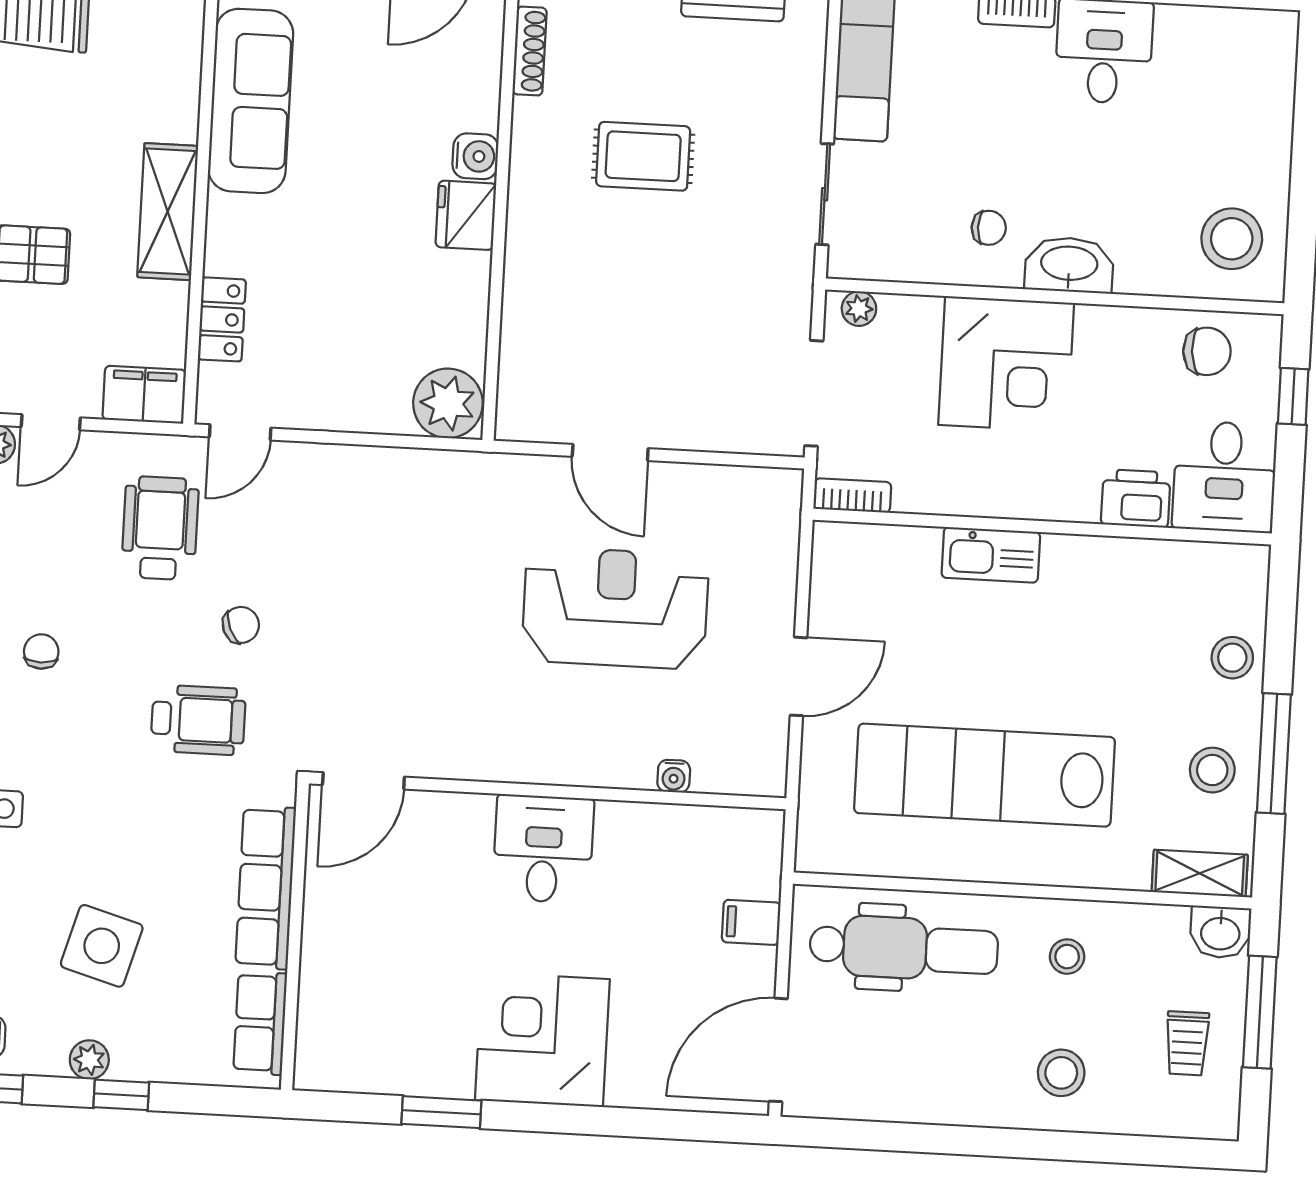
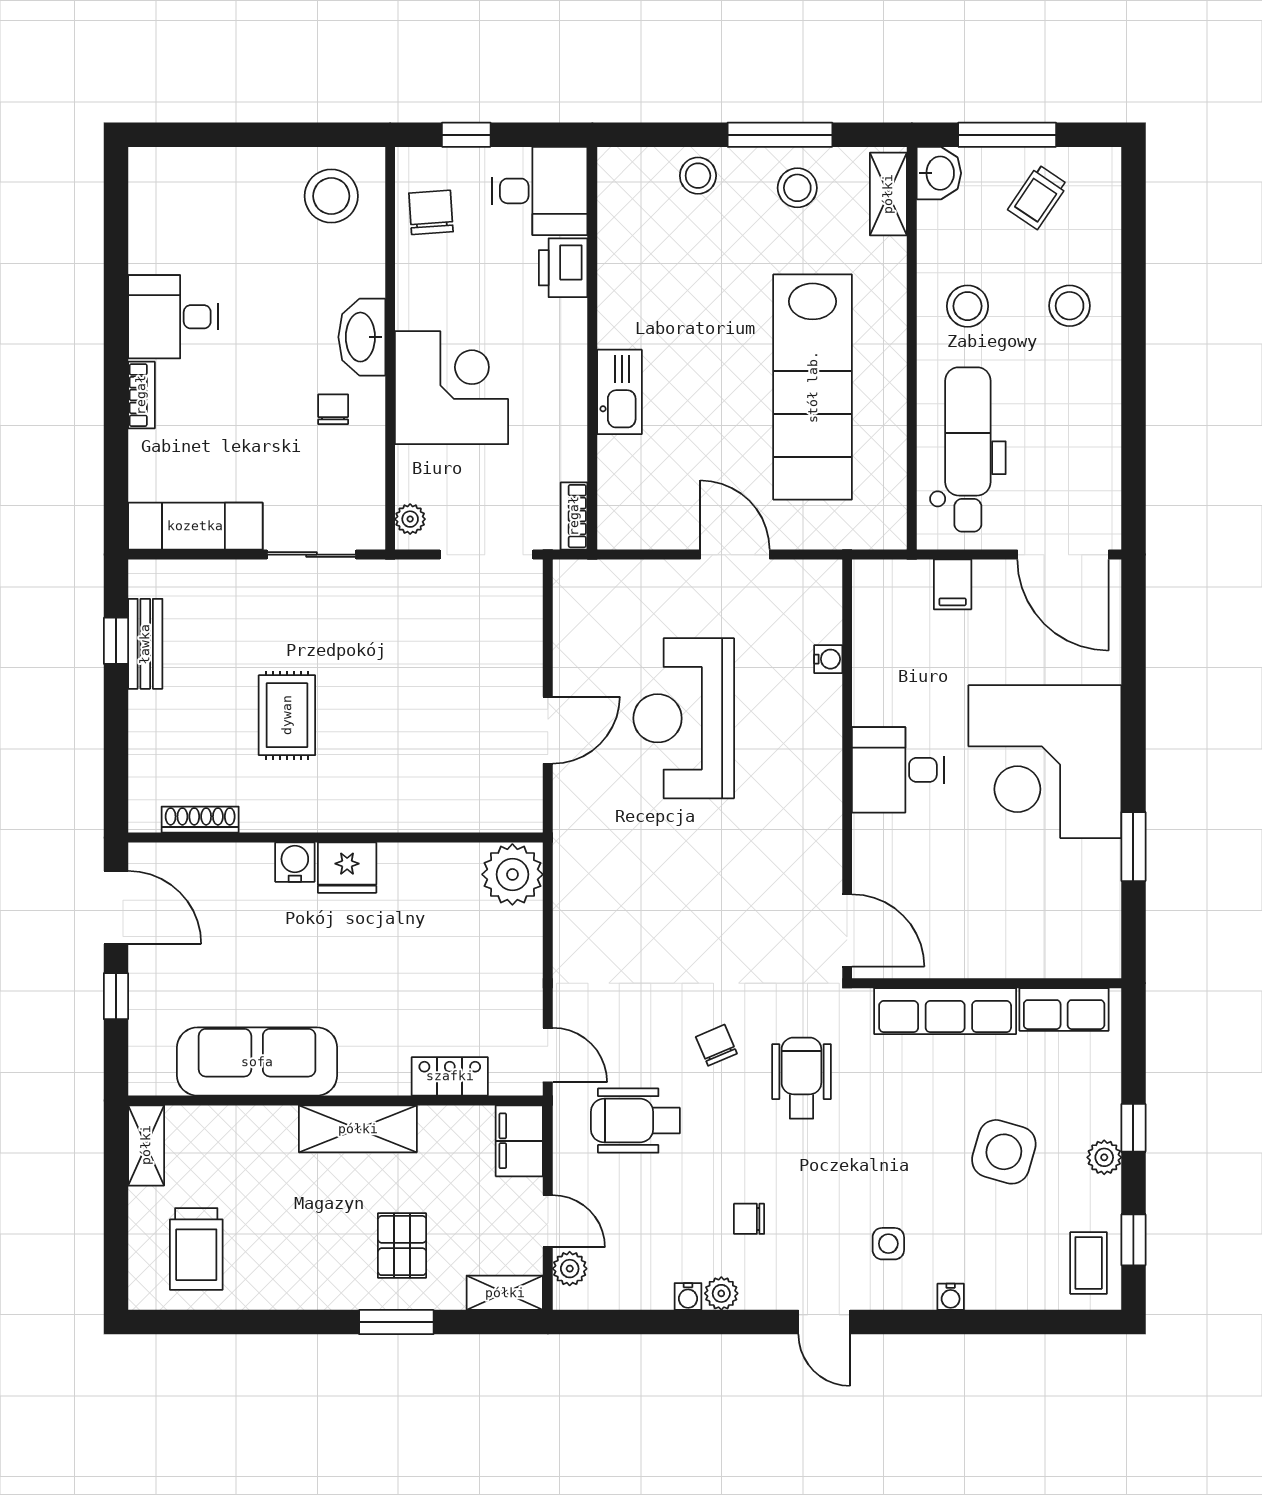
stool: (1067, 957) -> (968, 306), width x1.37, depth x1.37
corner desk: (542, 1040) -> (1045, 762), width x1.36, depth x1.36
trolley: (1187, 1043) -> (1038, 197), turned 124

